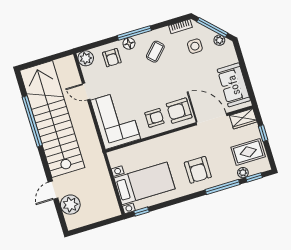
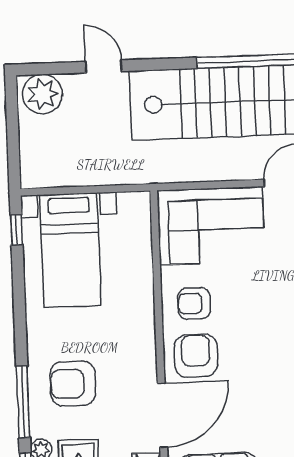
armchair: (154, 118) -> (194, 303), turned 90
armchair: (198, 170) -> (73, 384), moved
plant: (70, 205) -> (42, 94), moved

